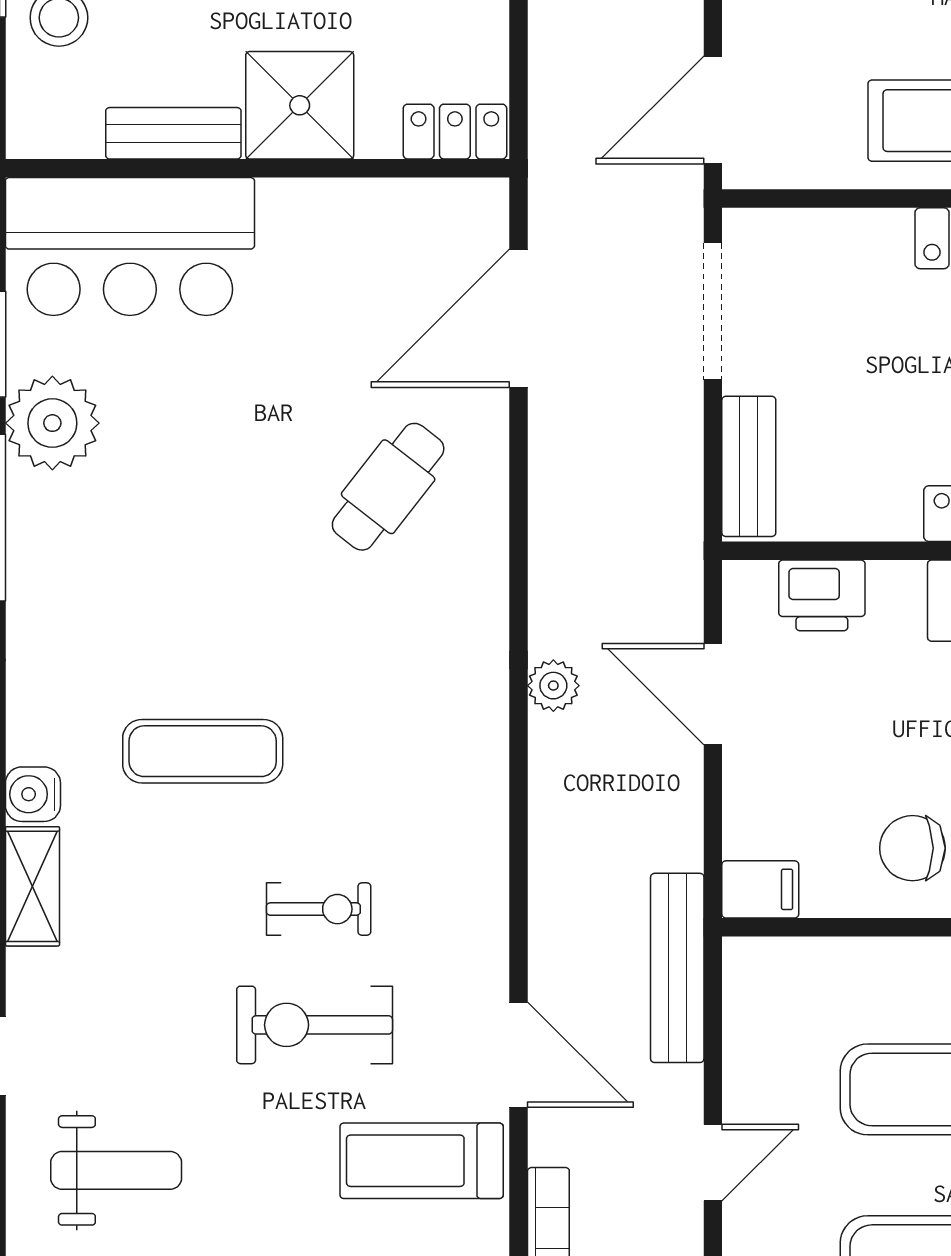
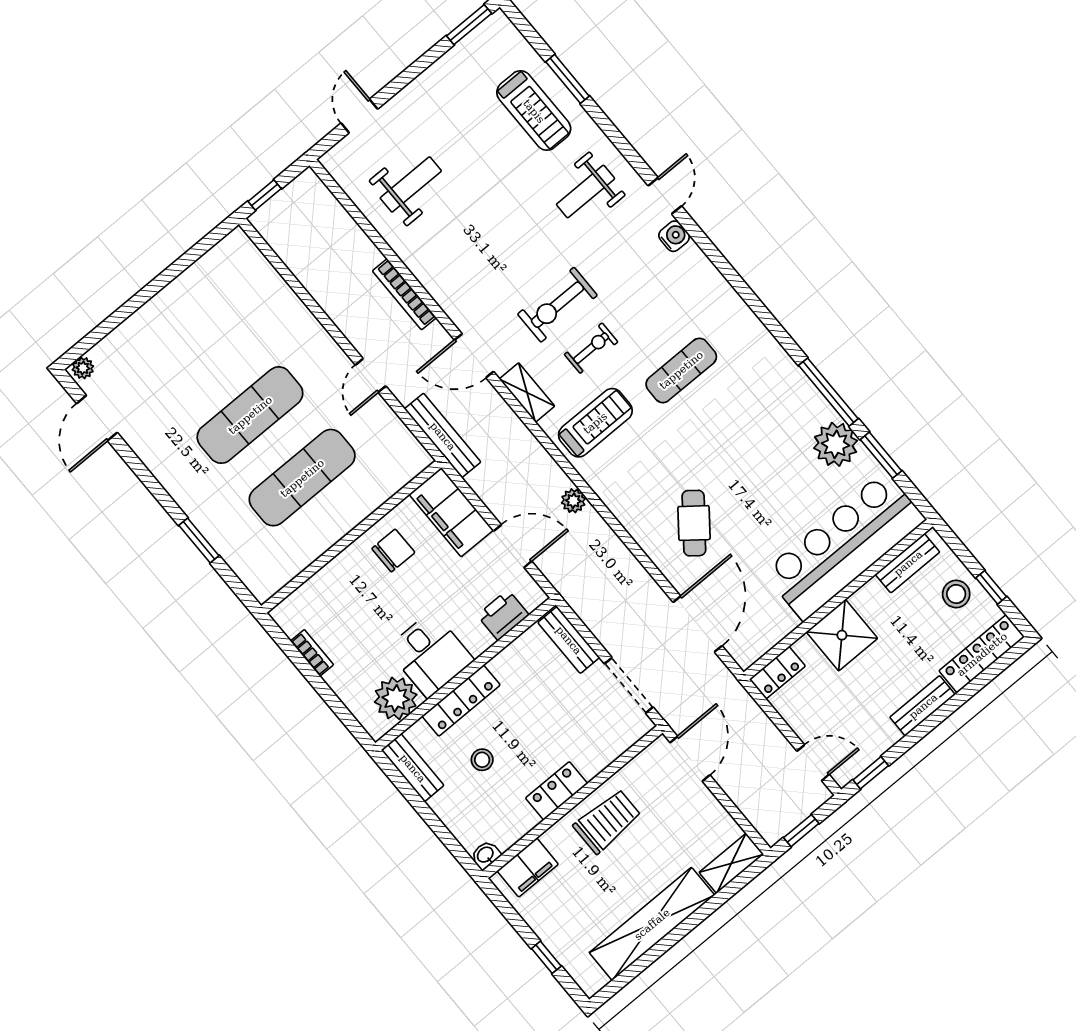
bench: (173, 133) -> (908, 563), moved
bar counter: (130, 246) -> (844, 546), width x1.36
water cooler: (33, 794) -> (674, 236), moved
shelving: (32, 886) -> (527, 393), moved
filing cabinet: (760, 889) -> (451, 512), width x3.00, depth x1.17
exercise bike: (319, 909) -> (591, 348), turned 180
exercise bike: (315, 1025) -> (557, 305), turned 180
treadmill: (422, 1161) -> (595, 423), moved

